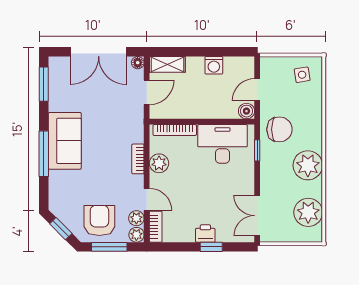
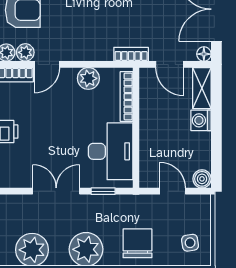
washing machine: (214, 65) -> (201, 120), moved
boiler: (246, 111) -> (202, 179), moved
chair: (279, 129) -> (137, 243), moved, turned 180
bookcase: (138, 159) -> (131, 54), moved
double door: (257, 216) -> (56, 191), moved

